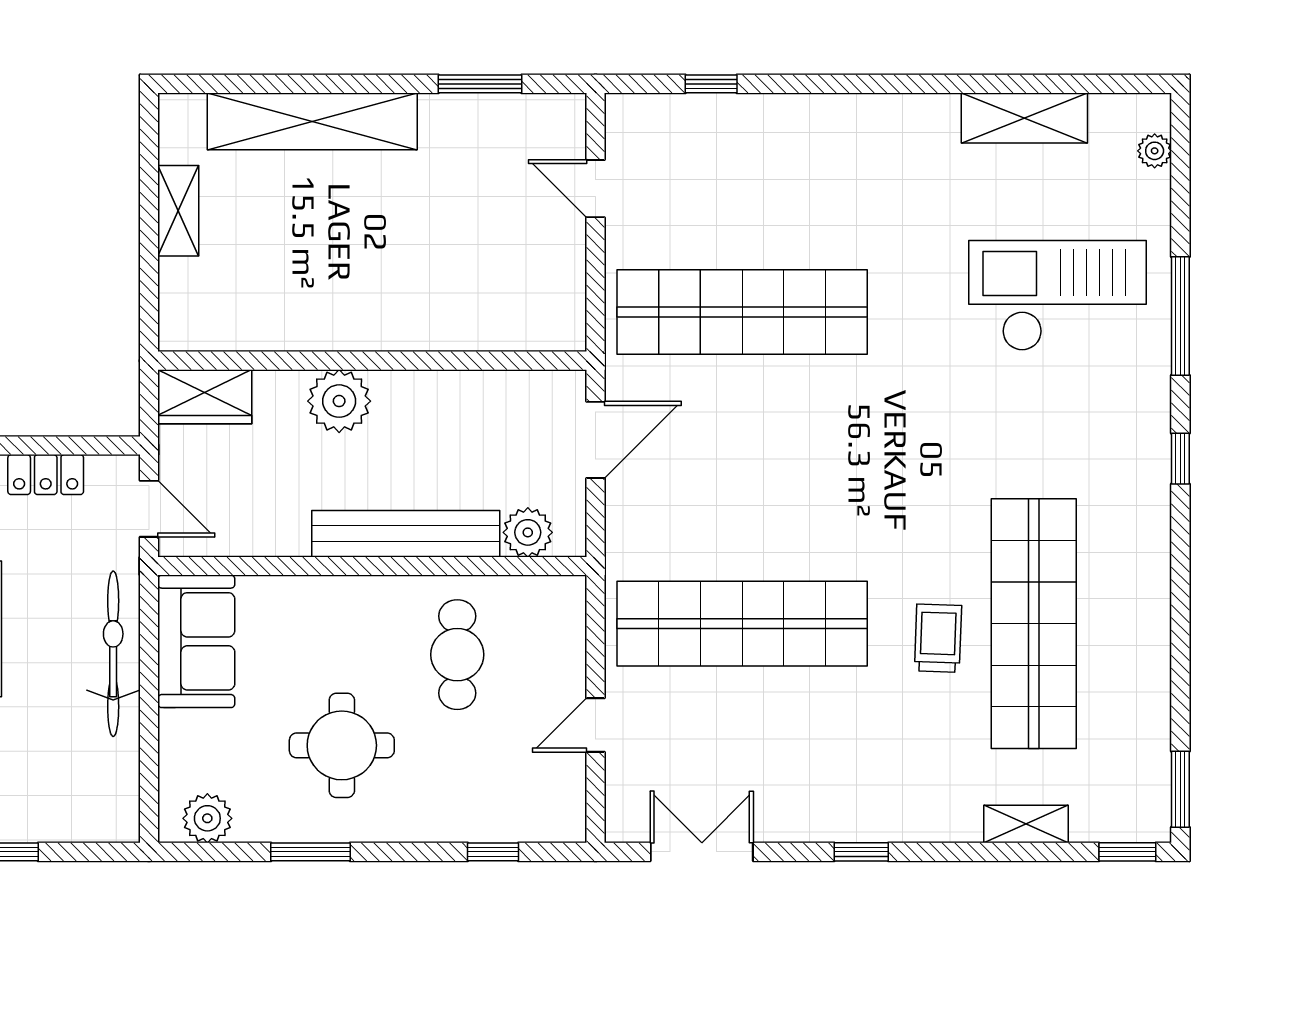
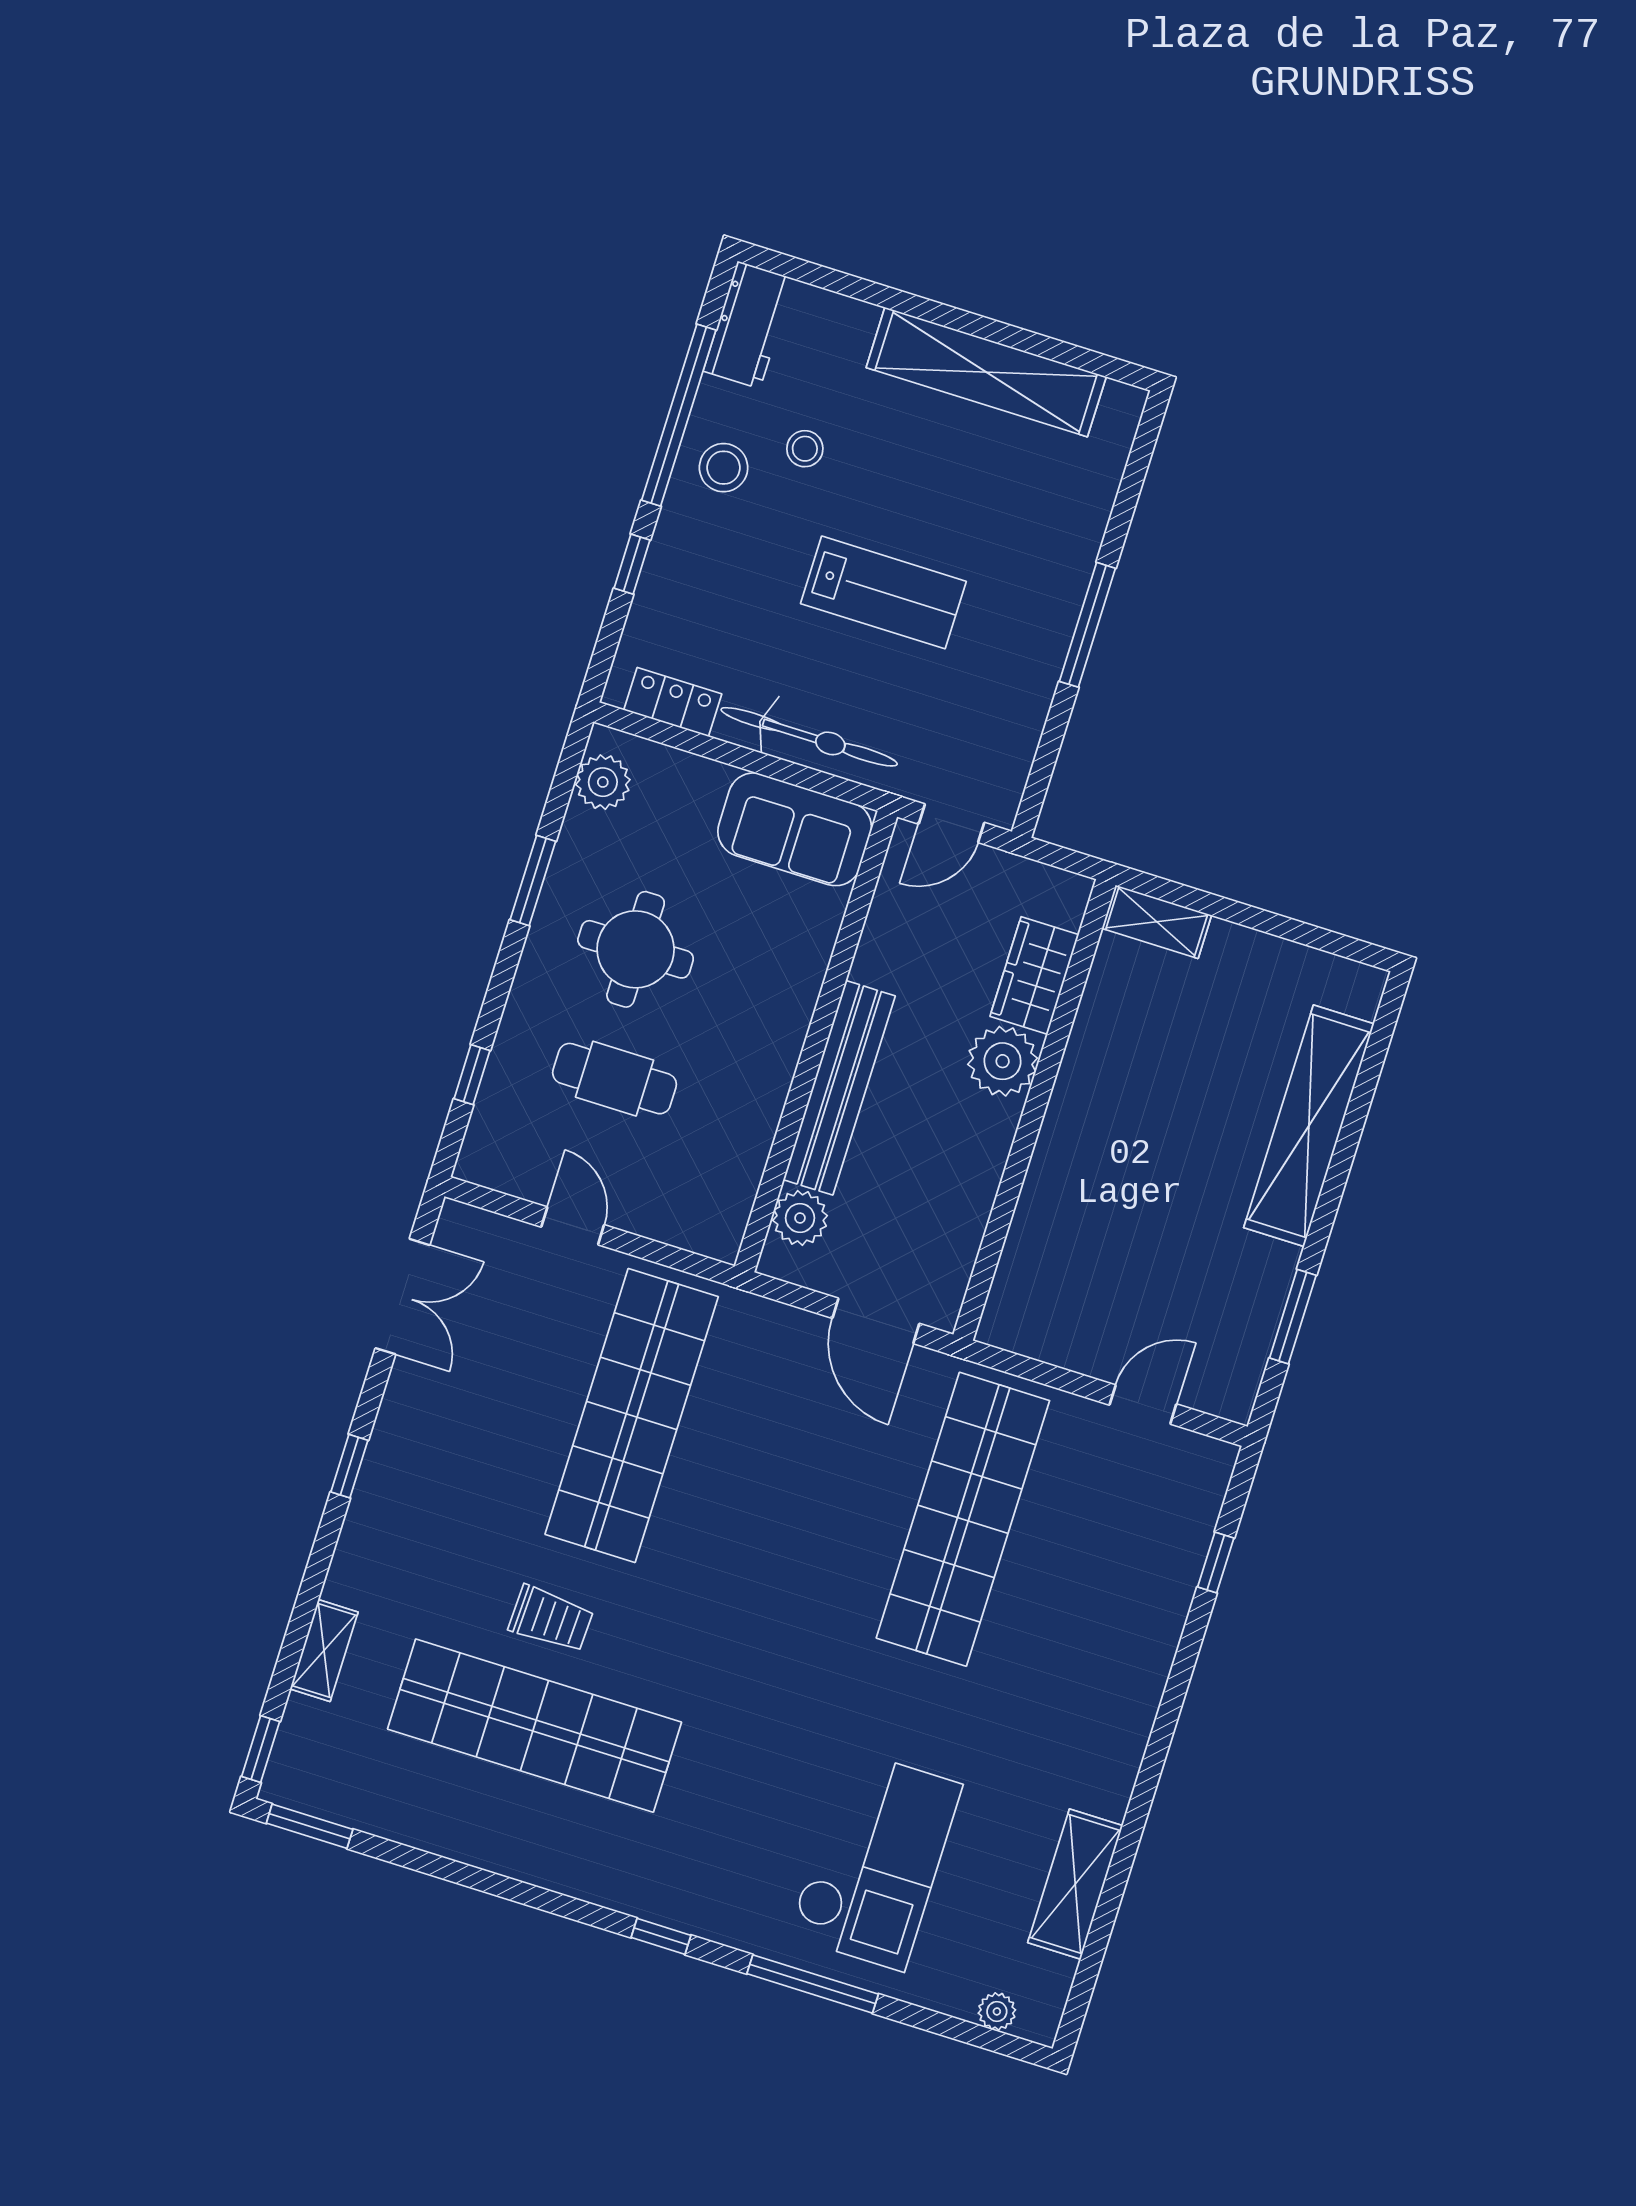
shelving: (178, 211) -> (1157, 922), moved
wardrobe: (205, 397) -> (1034, 976), moved
locker: (46, 475) -> (673, 702), moved, turned 90
cafe table: (457, 655) -> (615, 1079), moved

